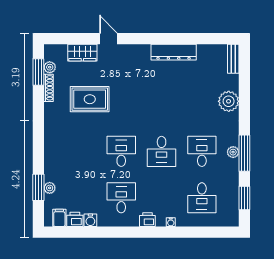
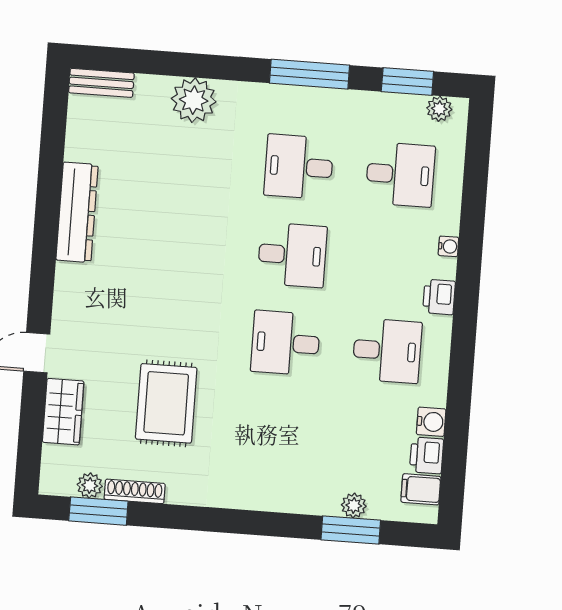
plant: (233, 152) -> (439, 109), moved
desk: (121, 198) -> (387, 351), turned 180

